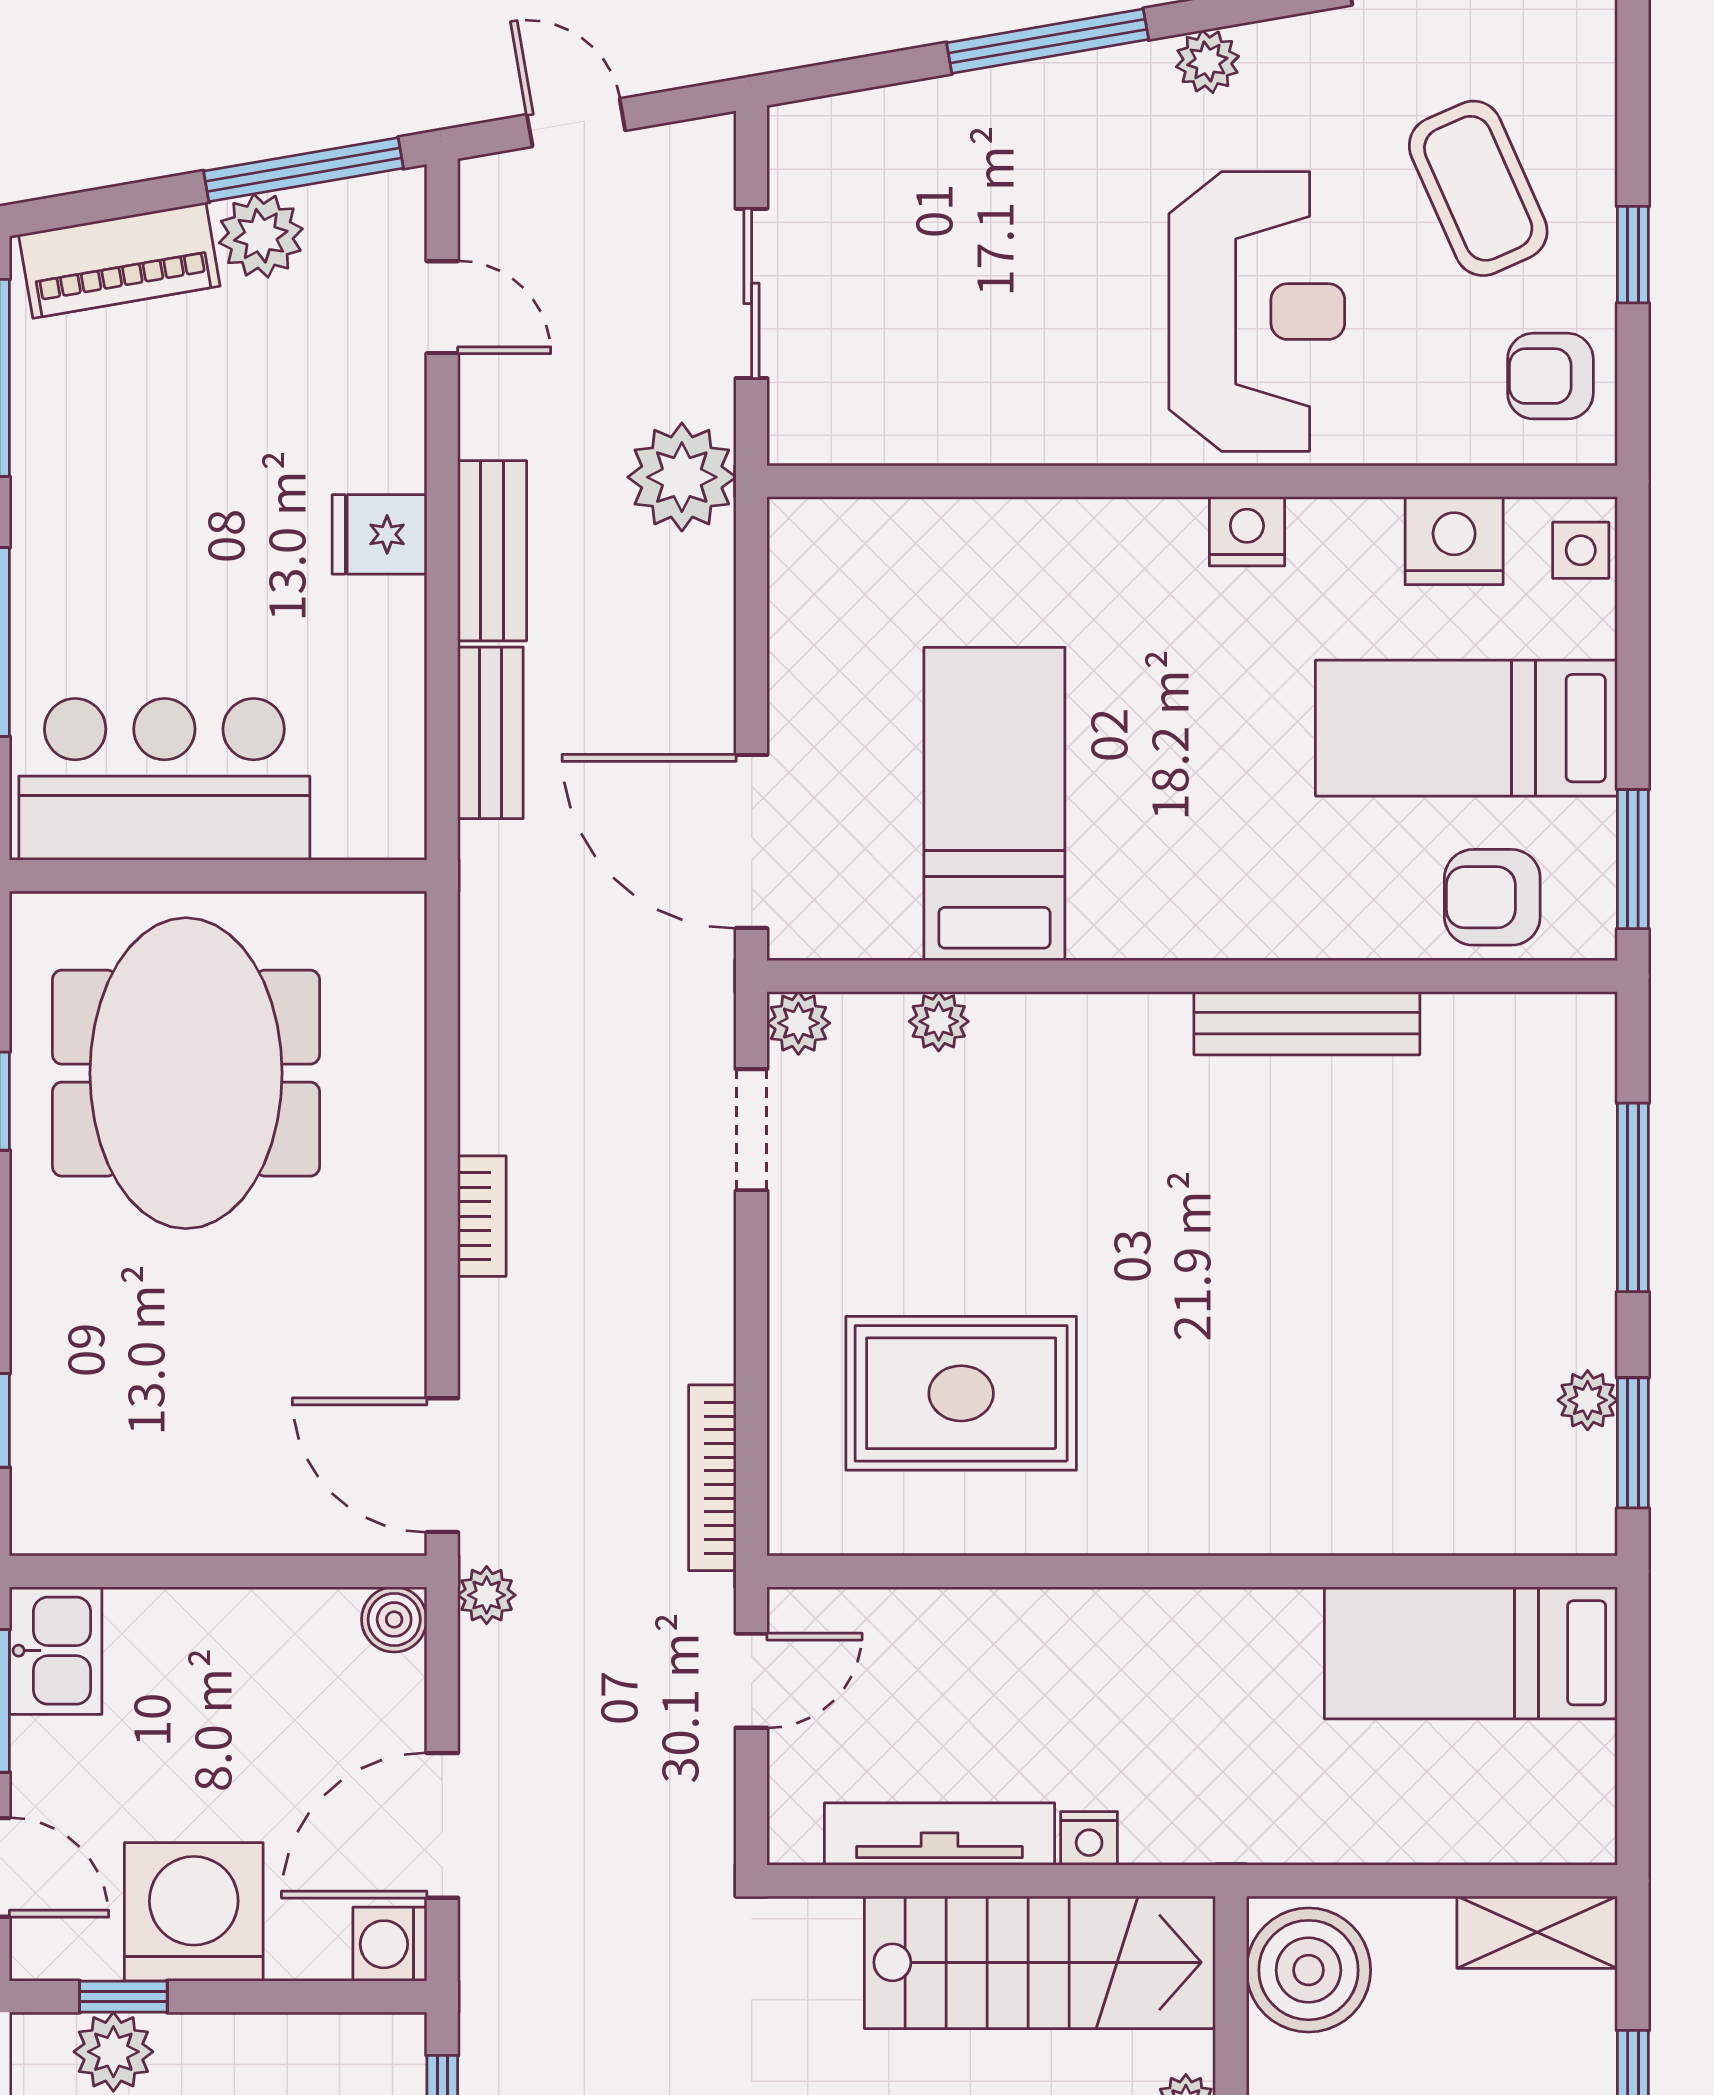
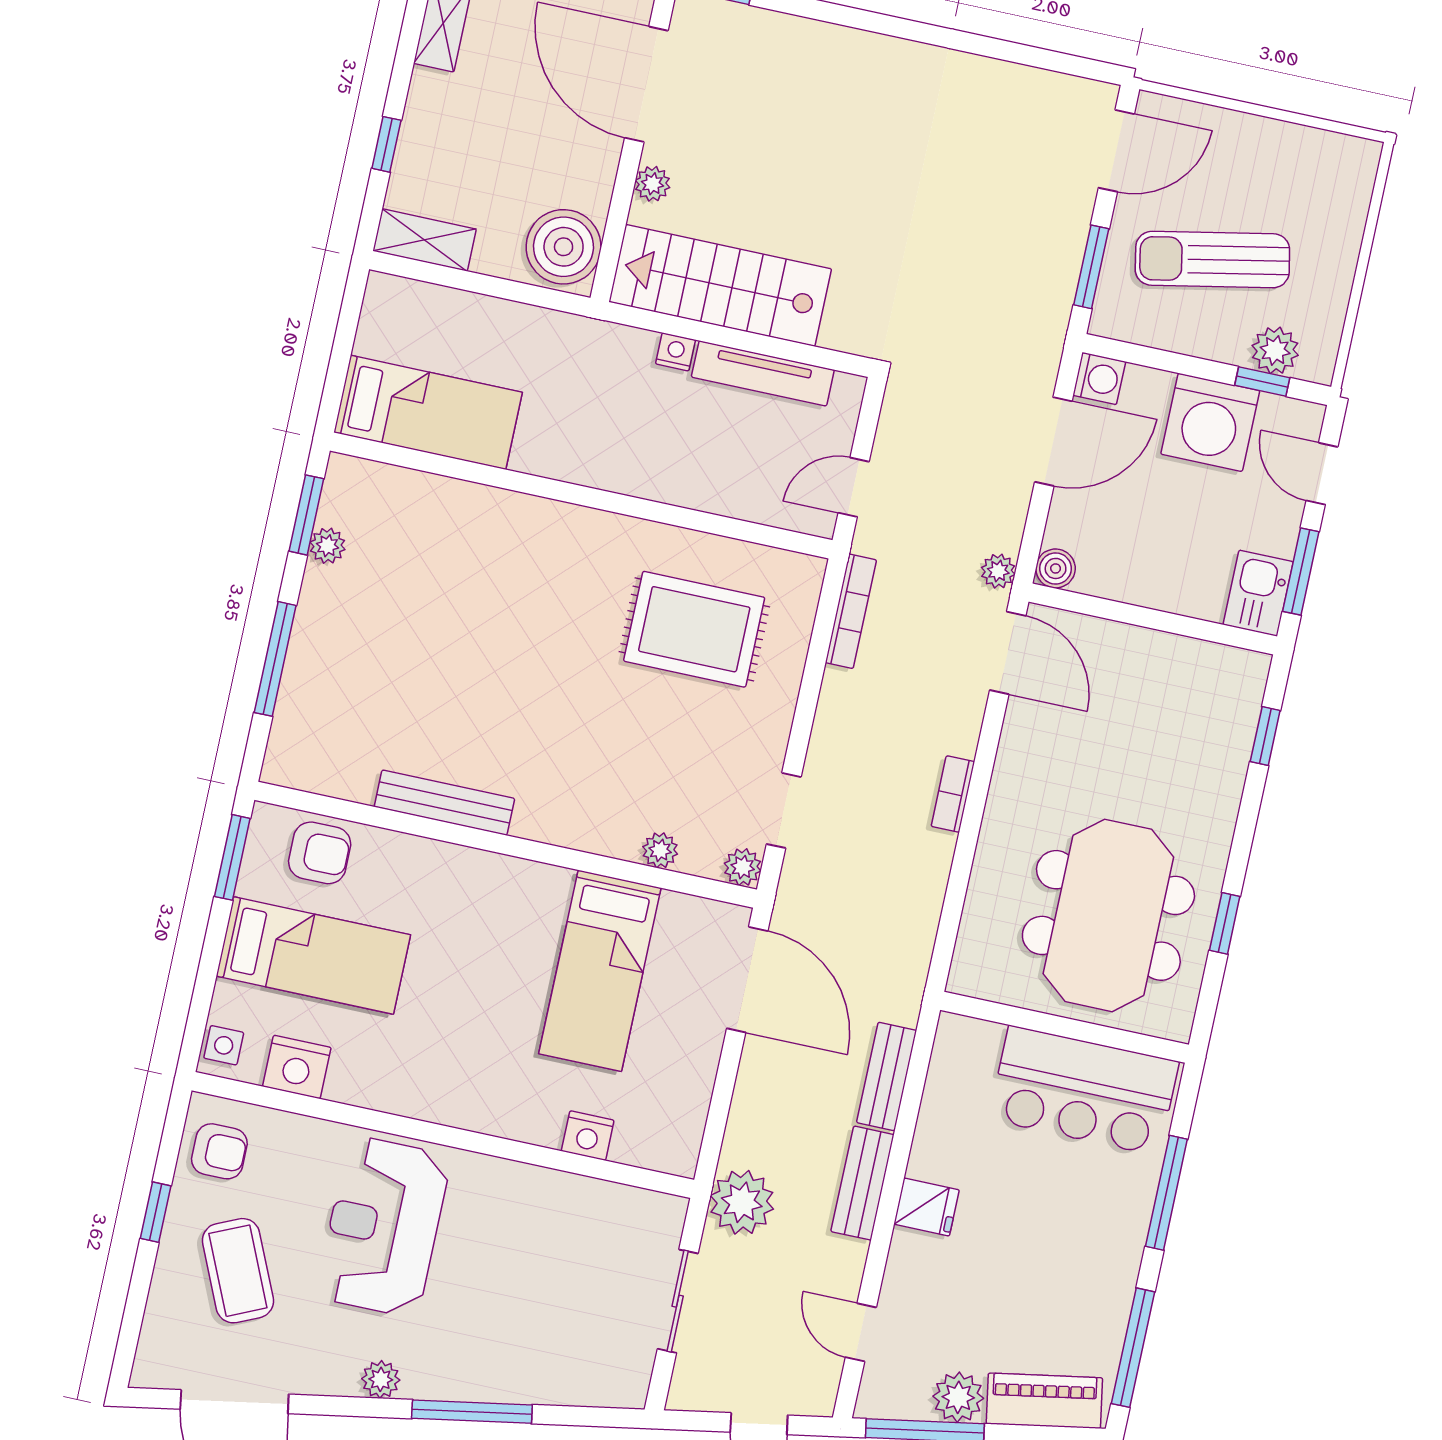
nightstand: (1247, 531) -> (588, 1136), moved

